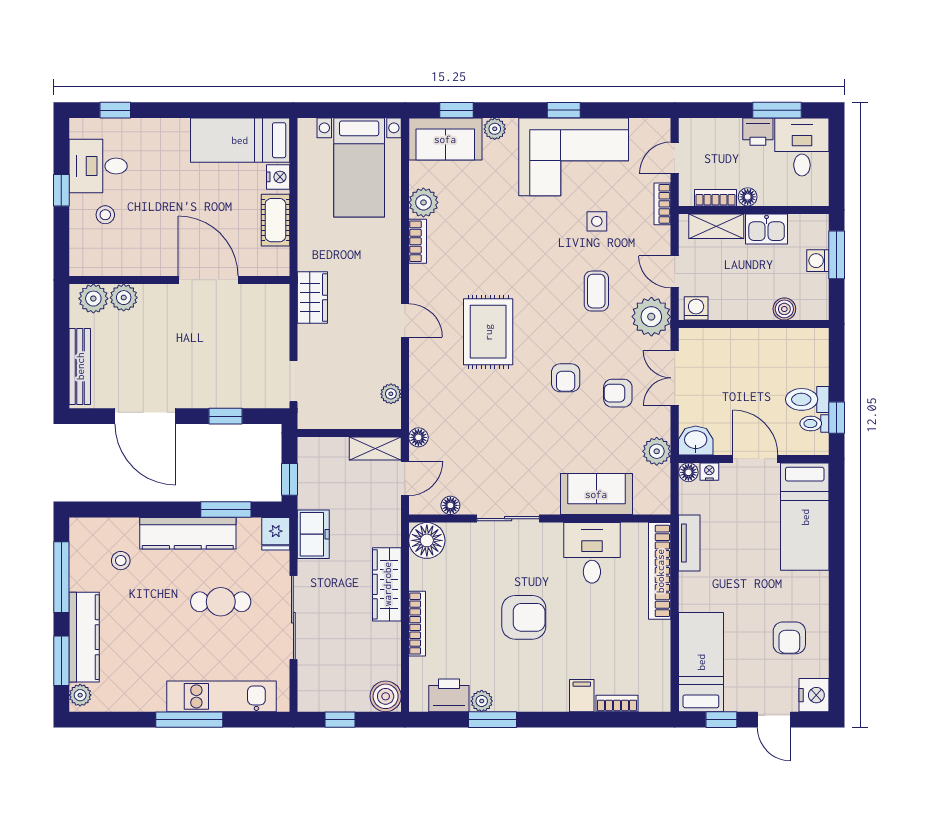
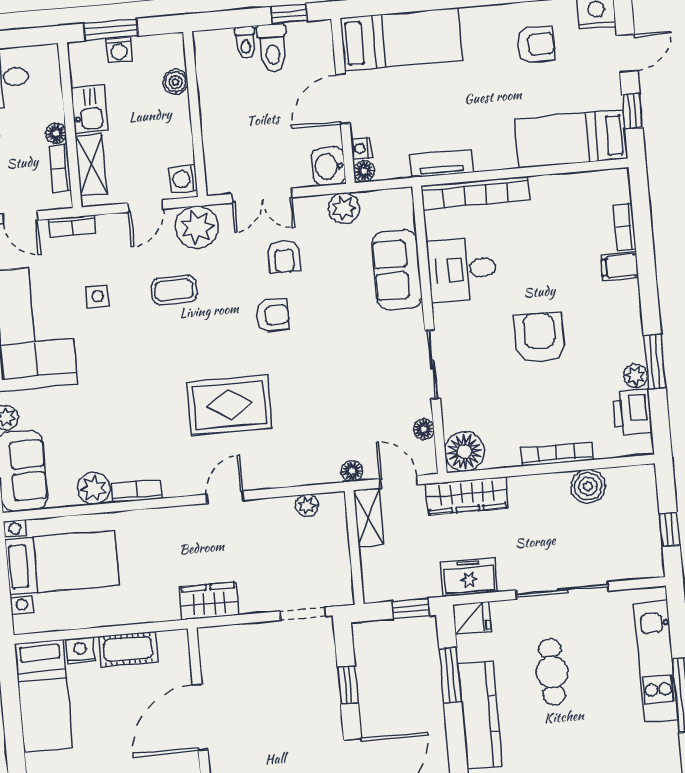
toilet: (814, 424) -> (245, 42), moved
wardrobe: (387, 584) -> (467, 496), moved
boiler: (386, 696) -> (588, 486), moved

